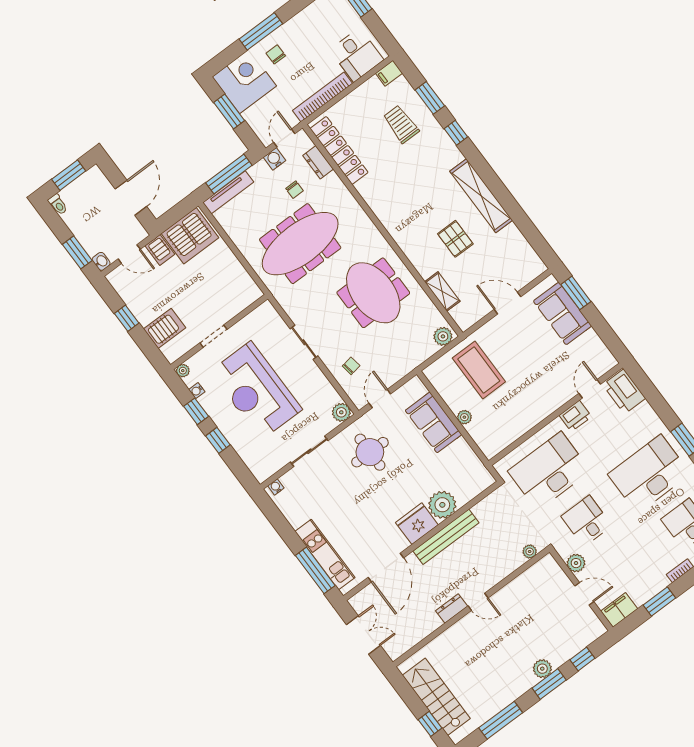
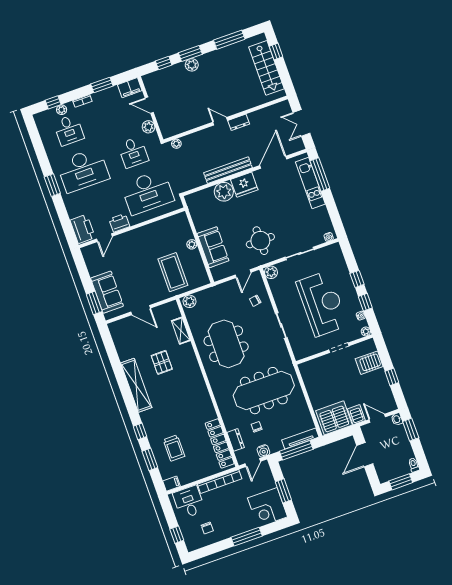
chair: (276, 54) -> (207, 528), moved

